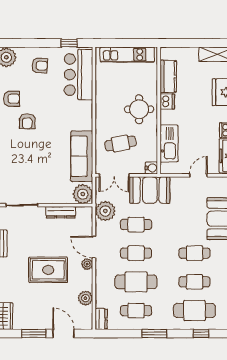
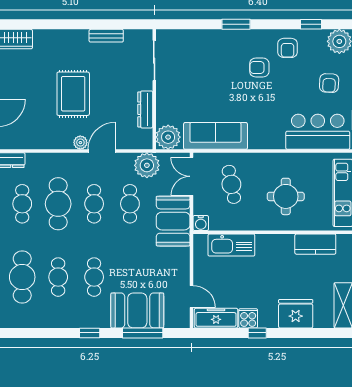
dishwasher: (167, 101) -> (284, 243), removed
round table: (139, 109) -> (286, 196), moved
door: (198, 175) -> (192, 297), moved
plant: (85, 298) -> (38, 140), removed

